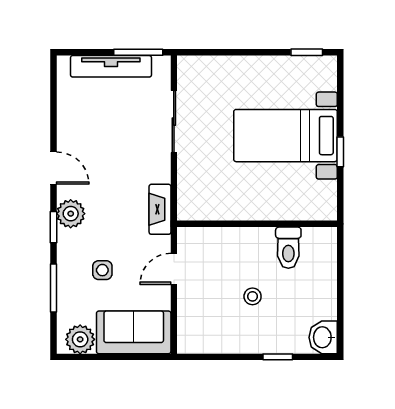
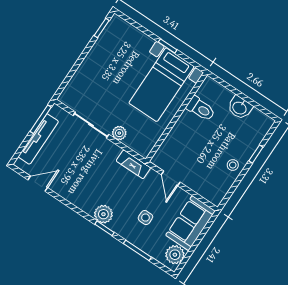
bed with nightstands: (285, 136) -> (161, 85), moved
plant: (188, 165) -> (119, 133), added
door: (54, 168) -> (38, 184), moved
stool: (253, 296) -> (233, 165), moved
washbasin: (323, 337) -> (240, 108), moved

